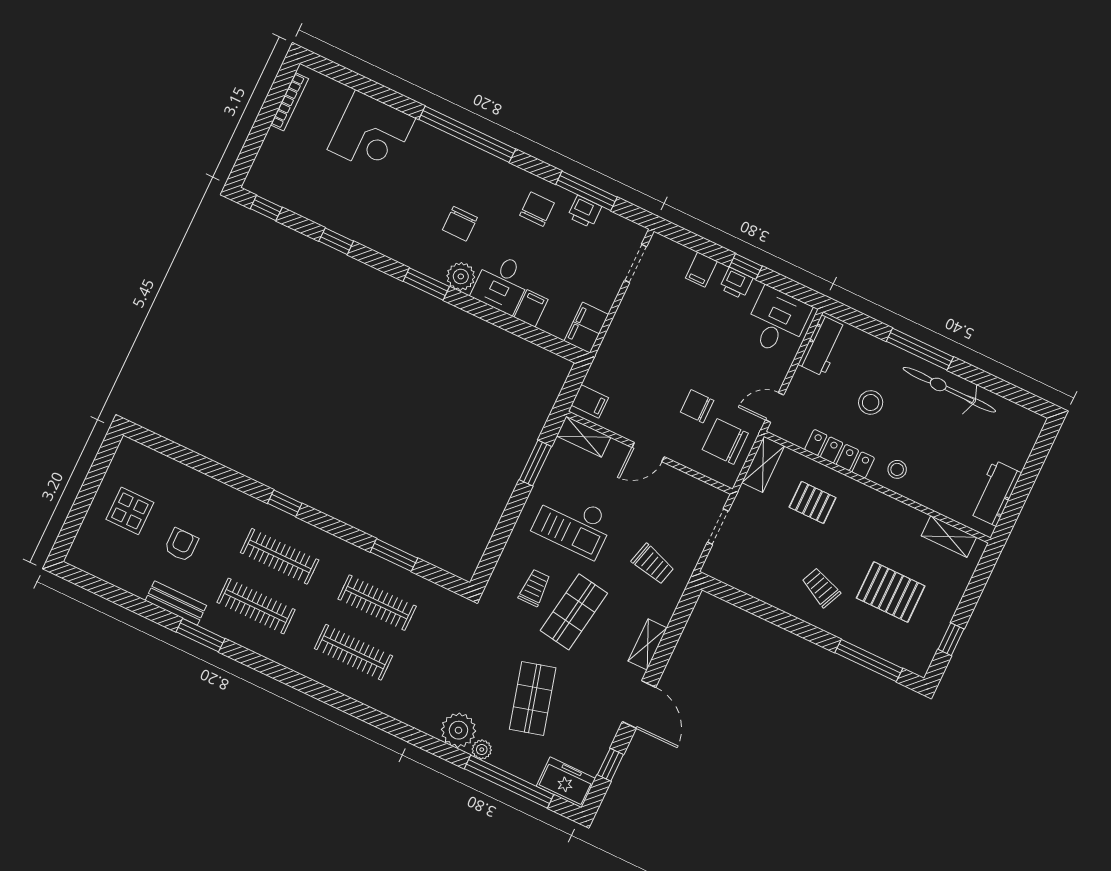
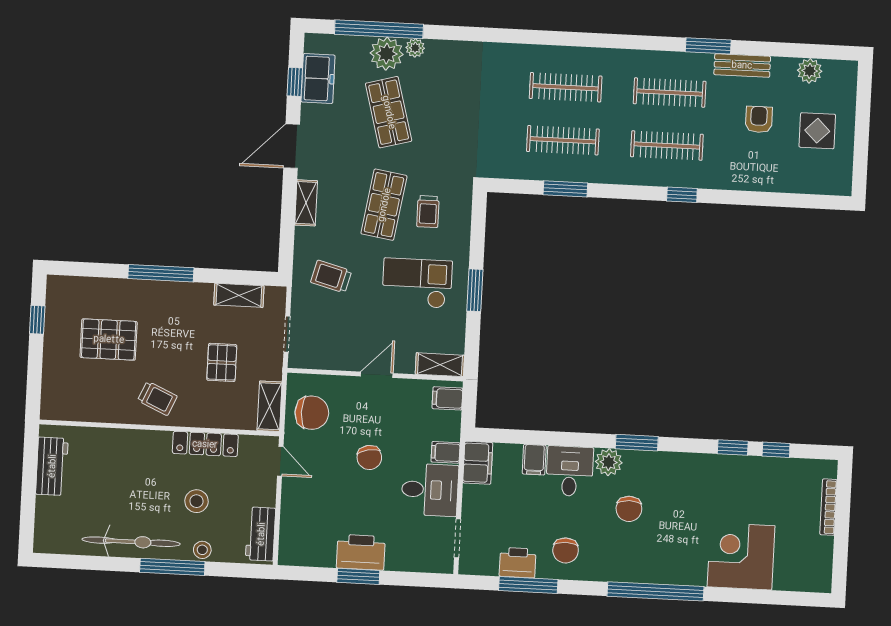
bookcase: (289, 102) -> (828, 507), moved
window: (266, 208) -> (776, 450), moved
printer: (585, 212) -> (518, 563), width x1.36, depth x1.24
chair: (460, 224) -> (629, 509), turned 180
window: (746, 266) -> (358, 576), width x1.50
filing cabinet: (701, 270) -> (446, 452), moved, turned -90
printer: (736, 283) -> (361, 552), width x1.87, depth x1.48
desk: (777, 321) -> (430, 490), moved, turned -90
chair: (697, 406) -> (369, 458), moved, turned 79
door: (775, 407) -> (280, 461), hinge flipped
window: (535, 463) -> (475, 290), moved
stool: (897, 469) -> (202, 550), moved
pallet: (812, 502) -> (222, 362), moved, turned 90
shelving: (949, 537) -> (239, 295), moved
armchair: (181, 545) -> (759, 120), turned 180
plant: (113, 571) -> (810, 71), added
trolley: (821, 588) -> (157, 398), moved
window: (869, 661) -> (161, 273), moved
door: (639, 705) -> (292, 146), hinge flipped
plant: (458, 730) -> (387, 54), moved
freezer: (566, 782) -> (318, 79), moved, turned -90

